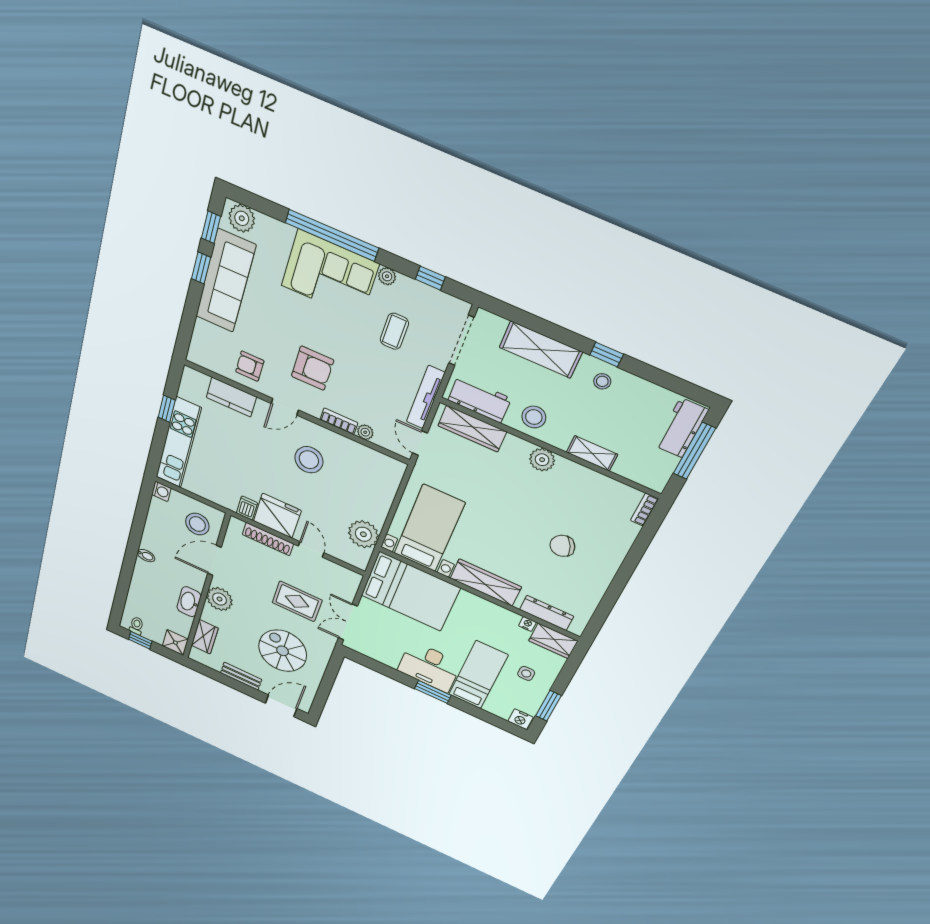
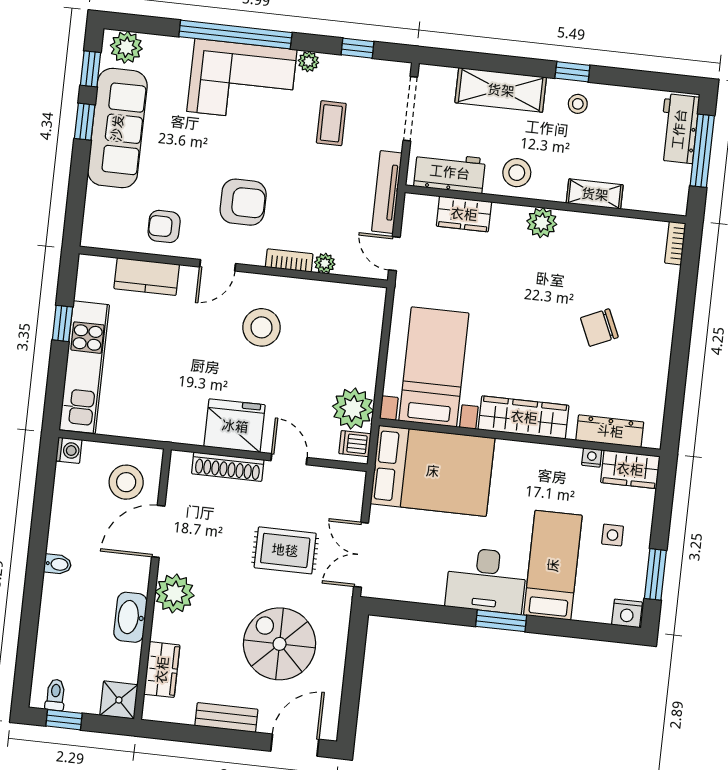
wardrobe: (472, 429) -> (464, 214), width x0.67
dishwasher: (247, 508) -> (355, 444), moved, turned -90

